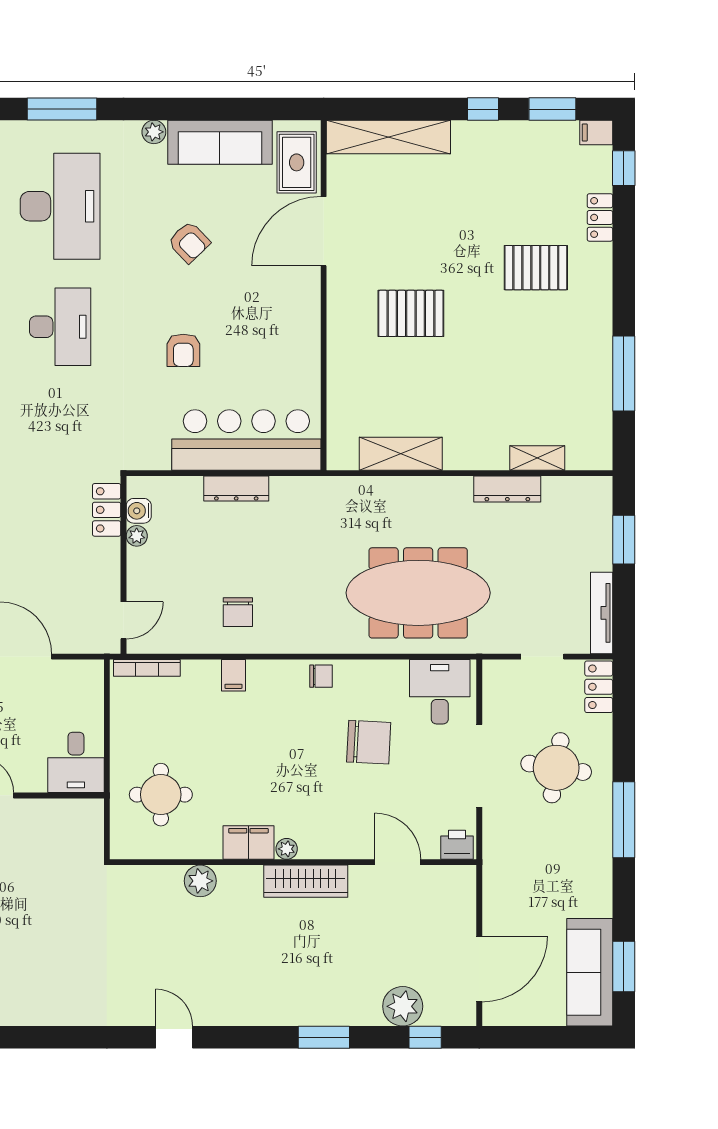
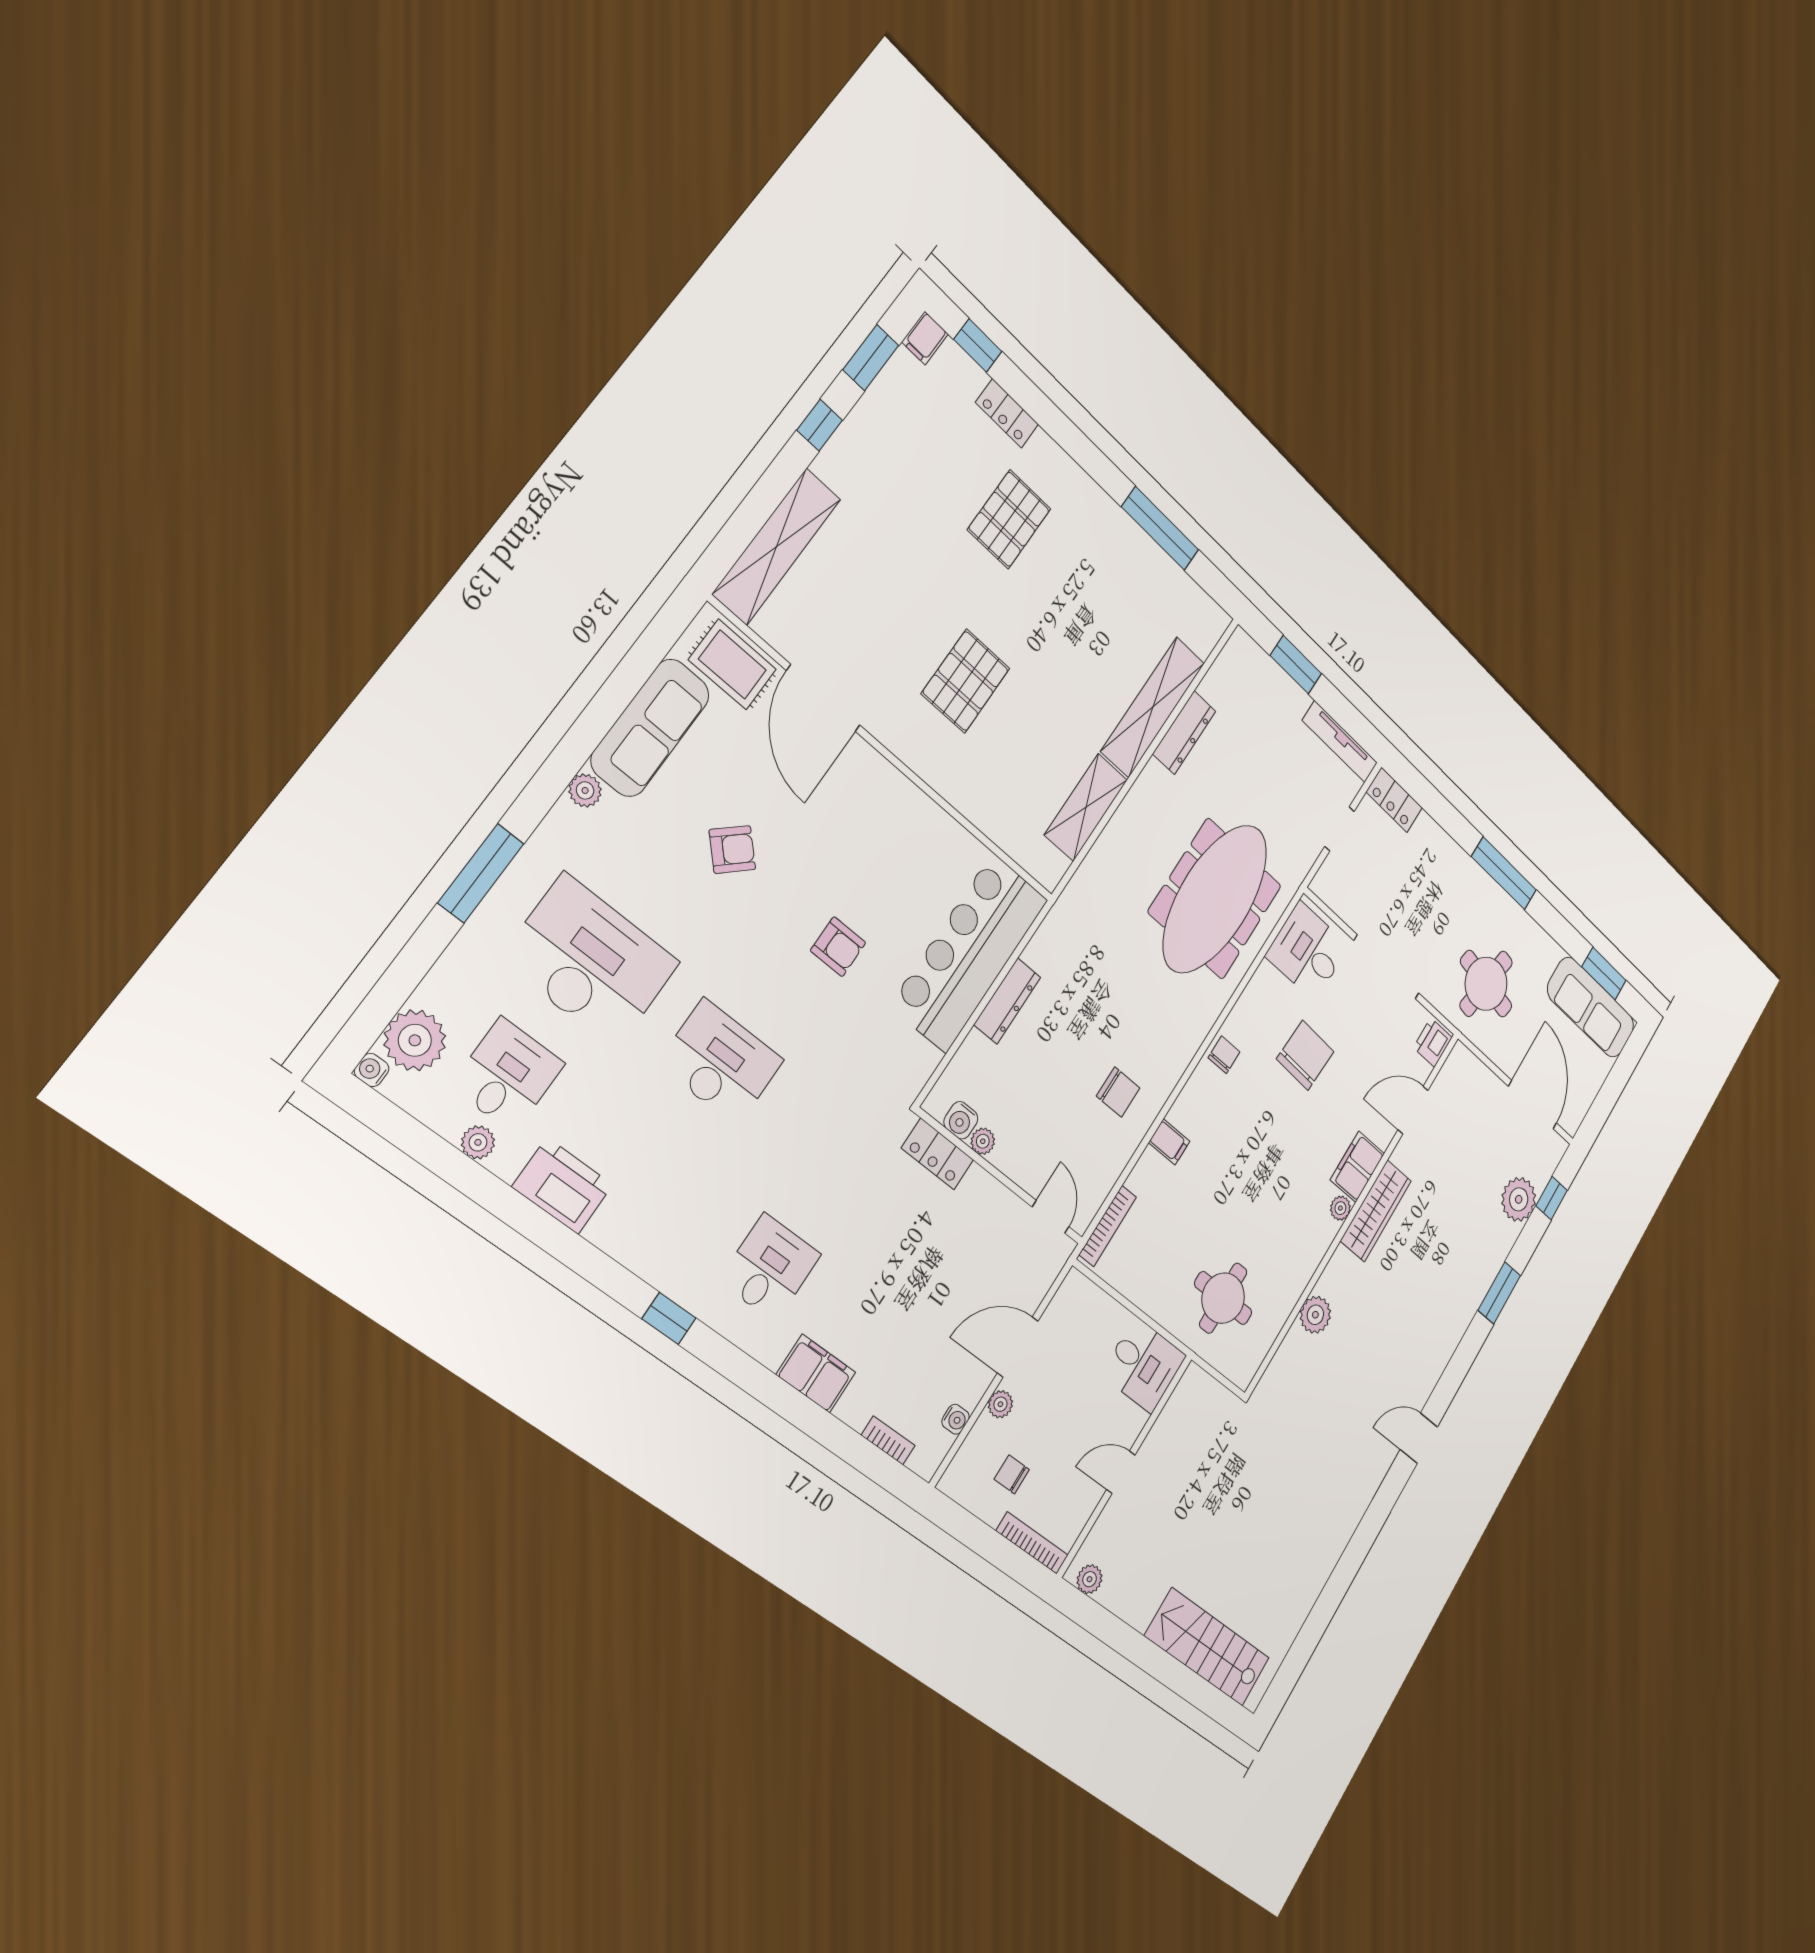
shelving: (537, 458) -> (1153, 707), width x2.20, depth x1.33
round table: (556, 768) -> (1486, 984), moved
filing cabinet: (248, 843) -> (1357, 1167), moved

